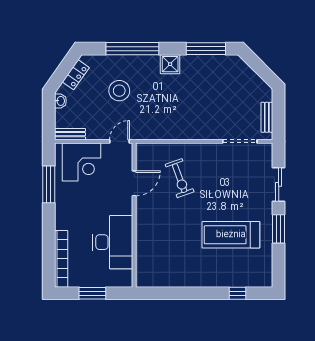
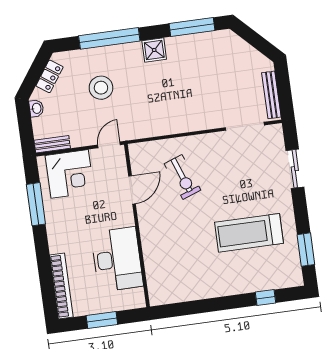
bench: (267, 117) -> (271, 95), width x1.36
window: (279, 229) -> (306, 250), moved

